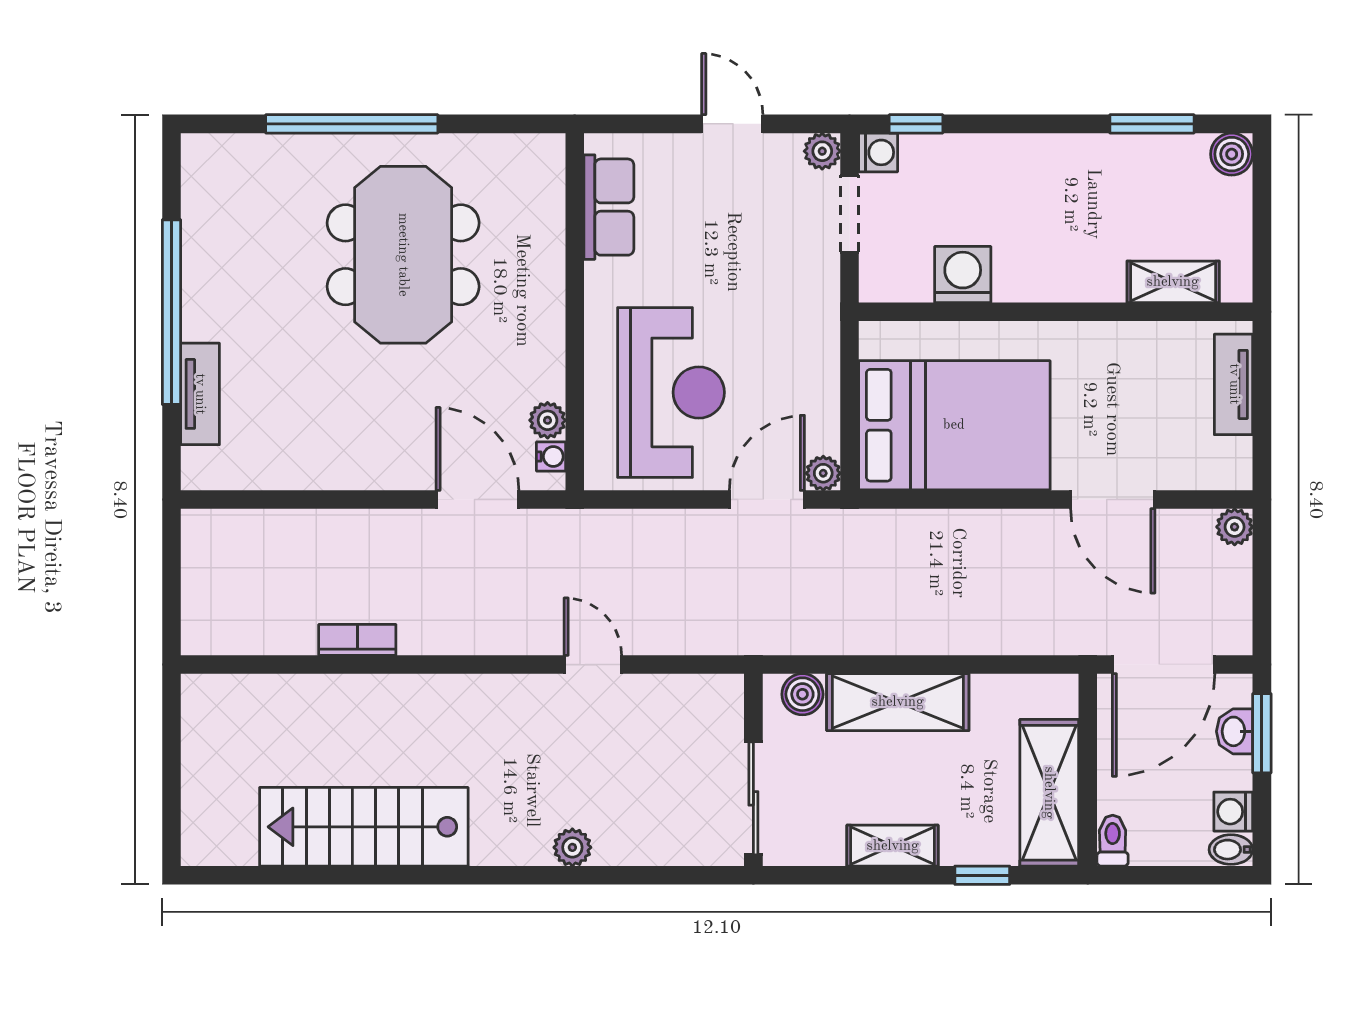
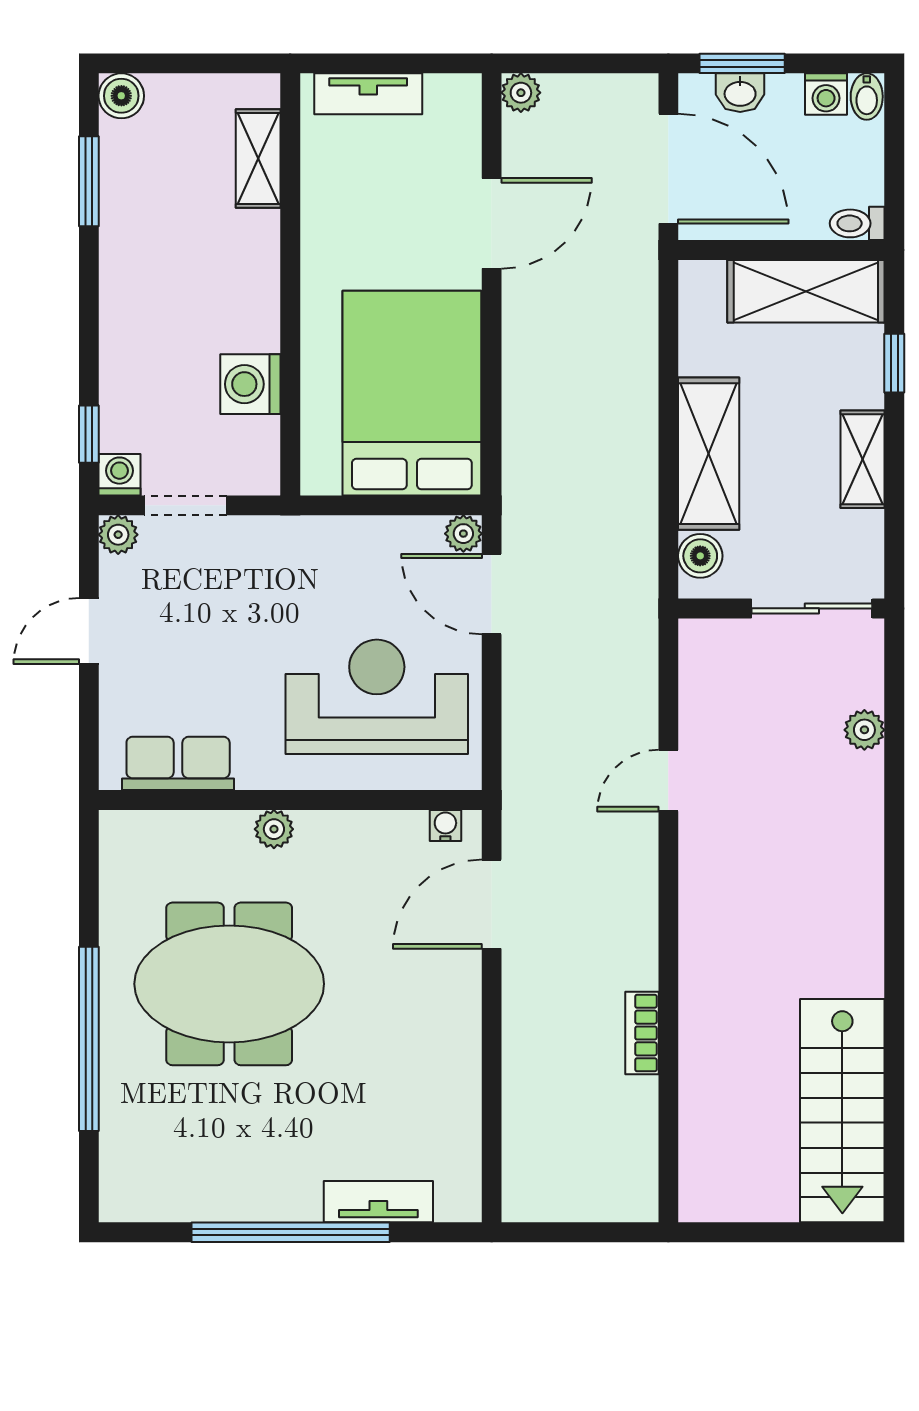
plant: (548, 420) -> (274, 829), moved
stairs: (364, 827) -> (842, 1111), moved
plant: (572, 847) -> (864, 730), moved

